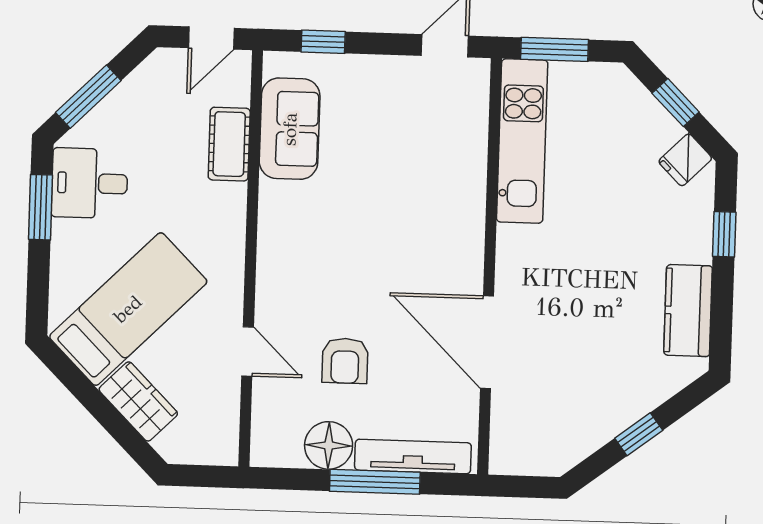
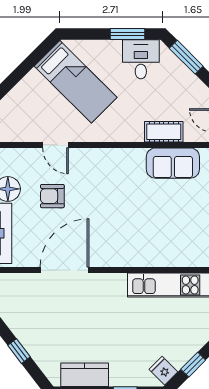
door: (248, 352) -> (56, 145), hinge flipped
wardrobe: (138, 401) -> (27, 89), removed

